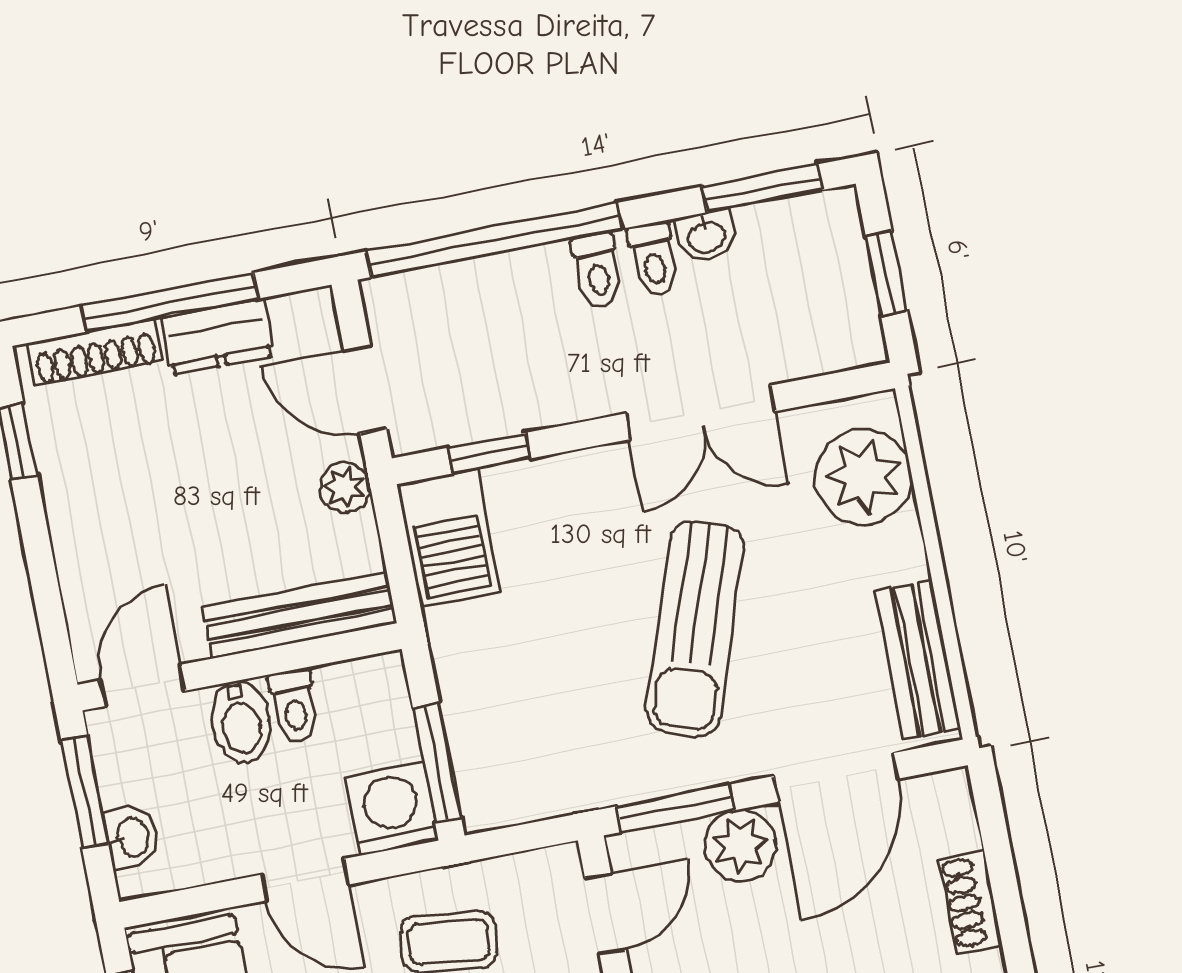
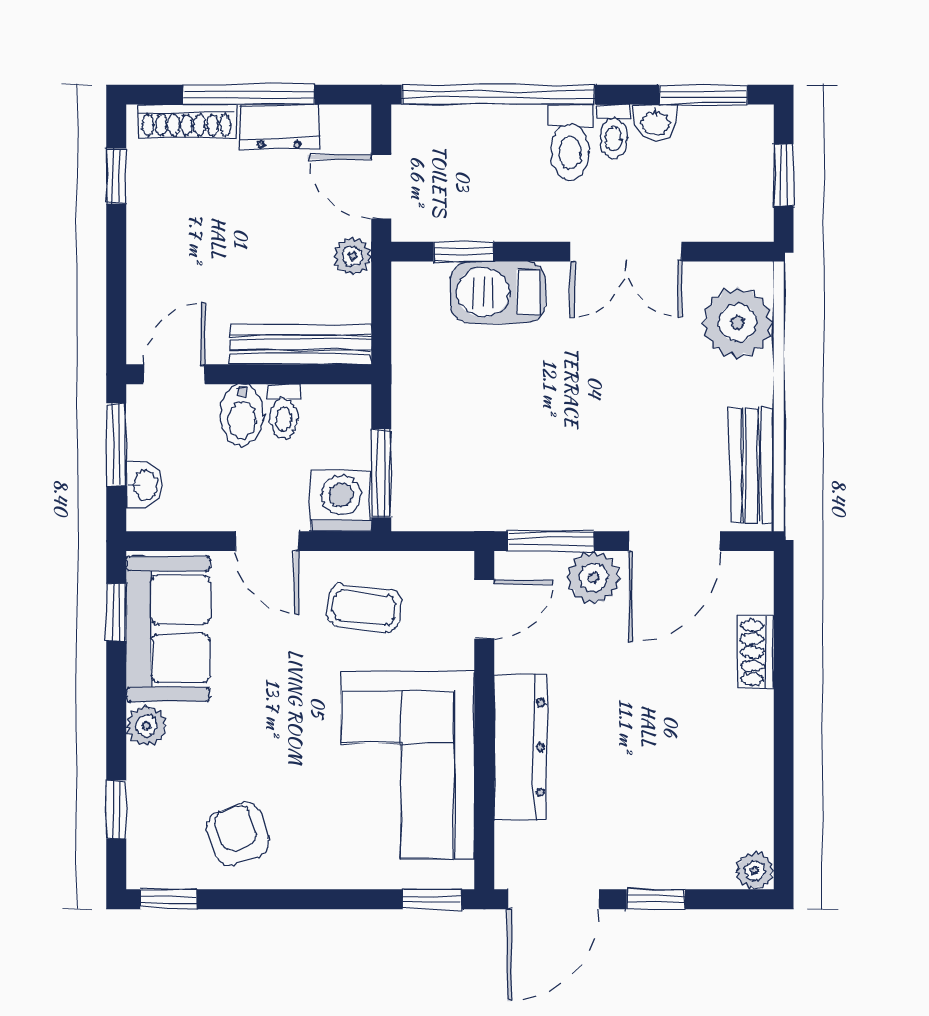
toilet: (597, 270) -> (570, 142), width x1.37, depth x1.39
barbecue: (449, 538) -> (498, 292), moved, turned 90
sun lounger: (695, 629) -> (591, 411), removed

